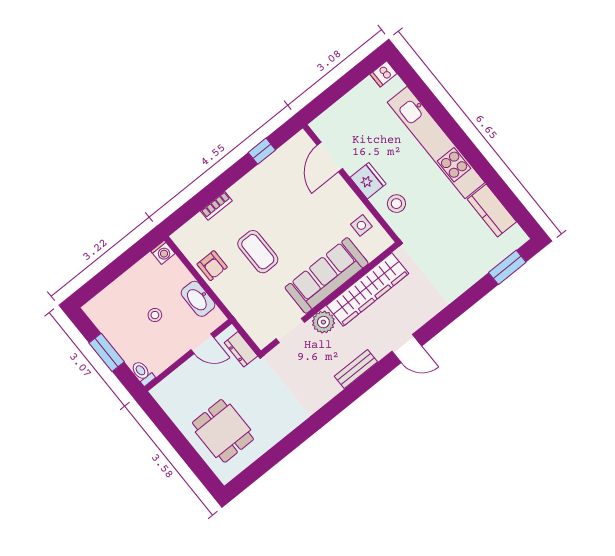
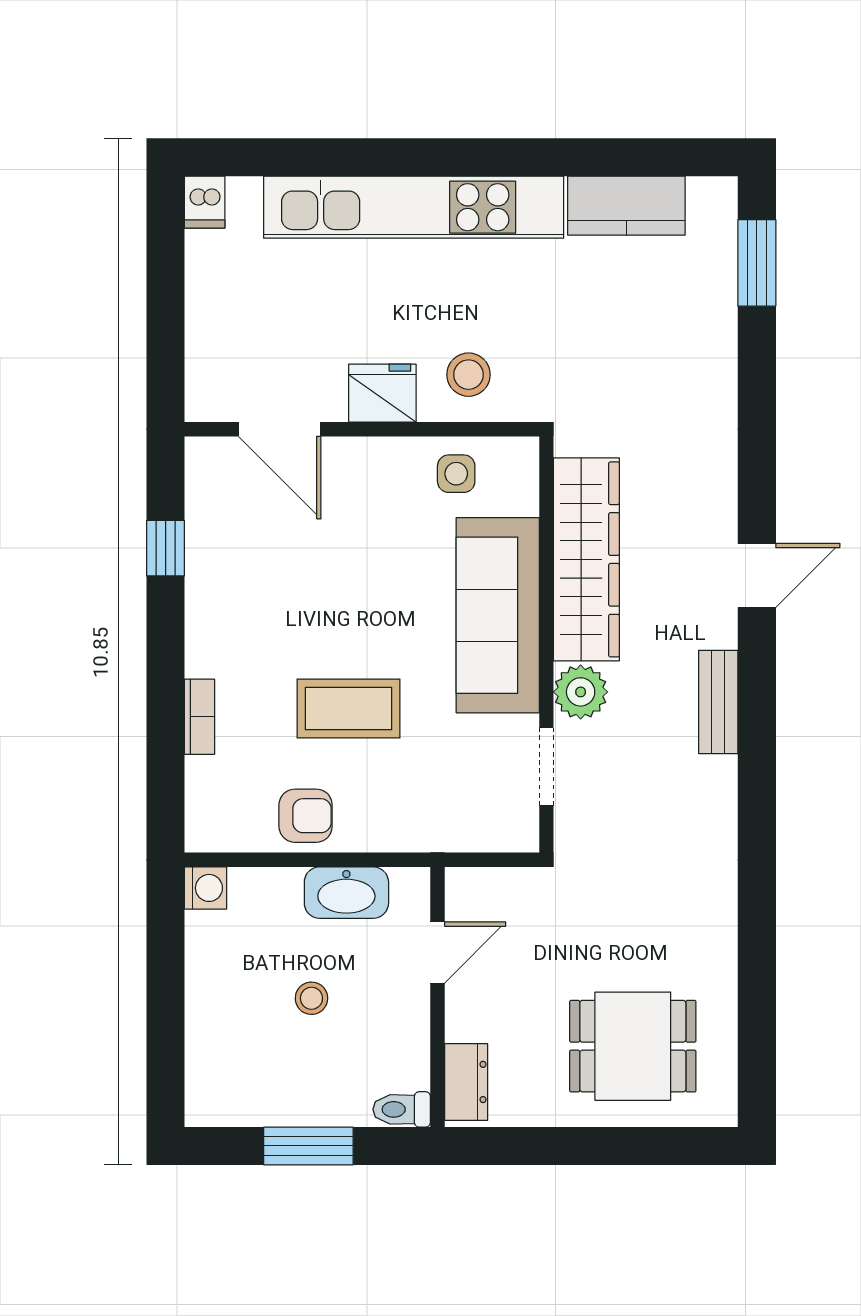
dresser: (241, 349) -> (466, 1082), moved, turned -90

